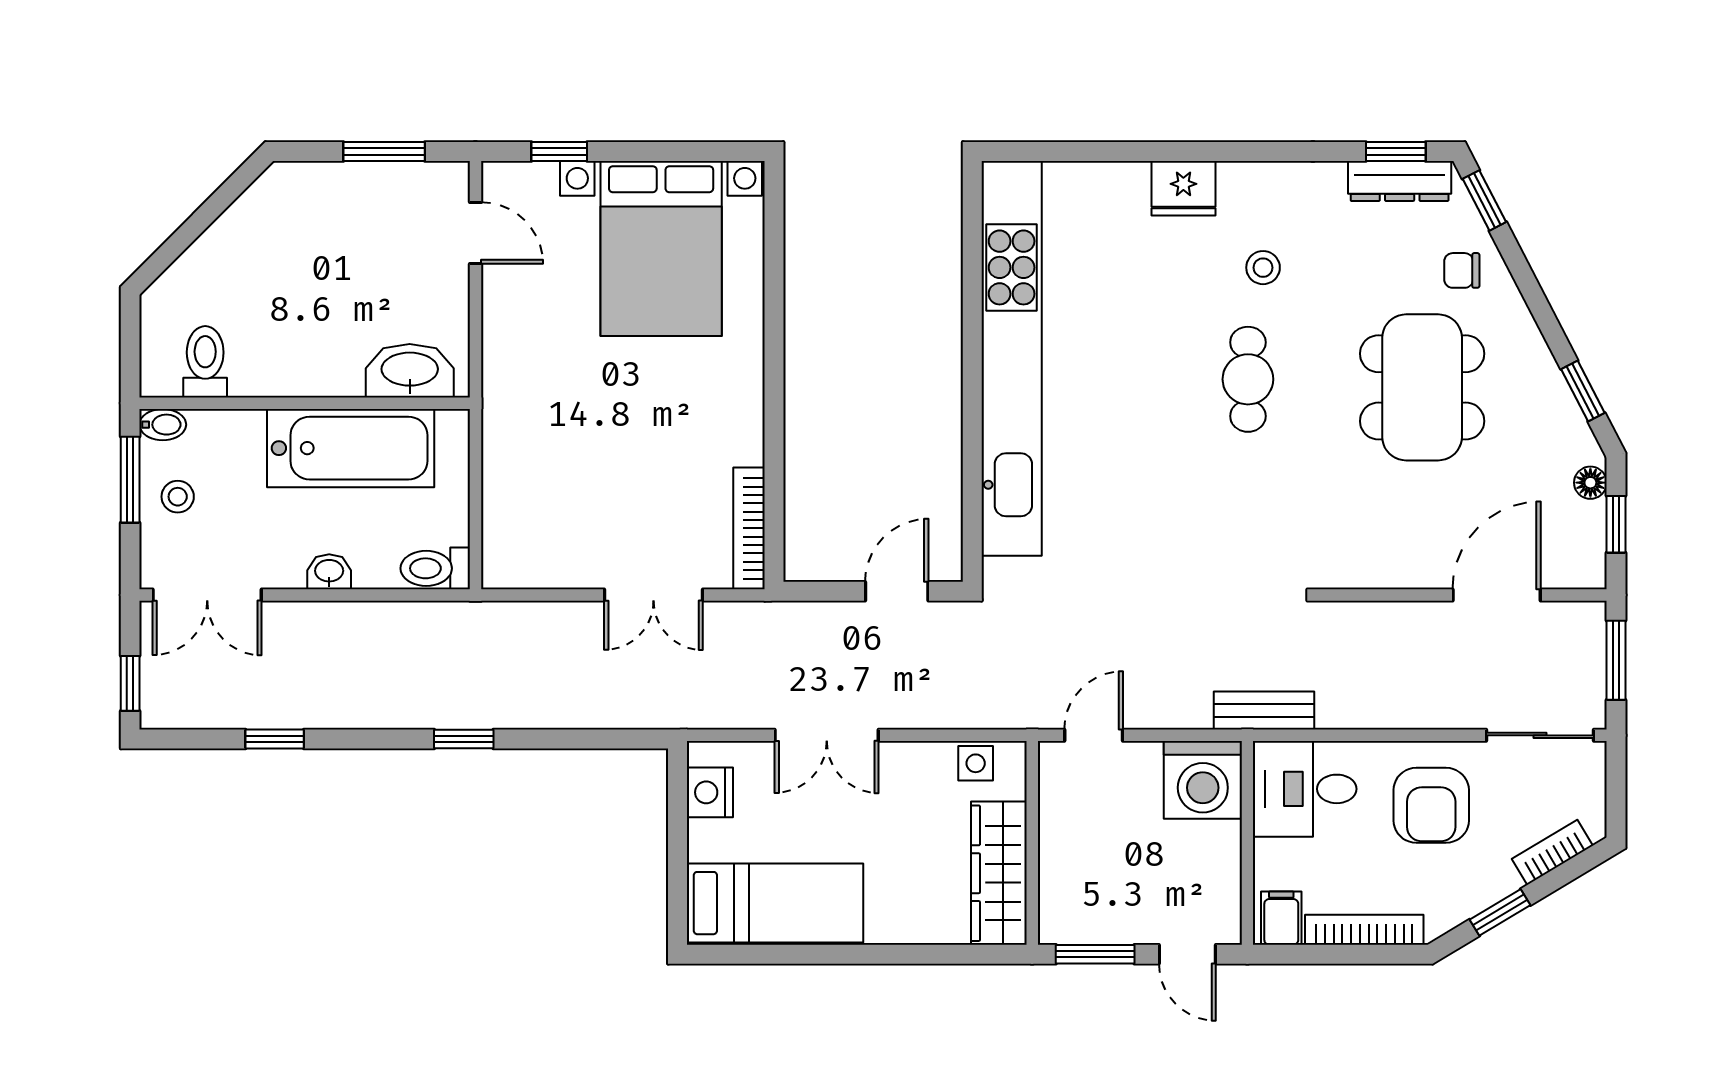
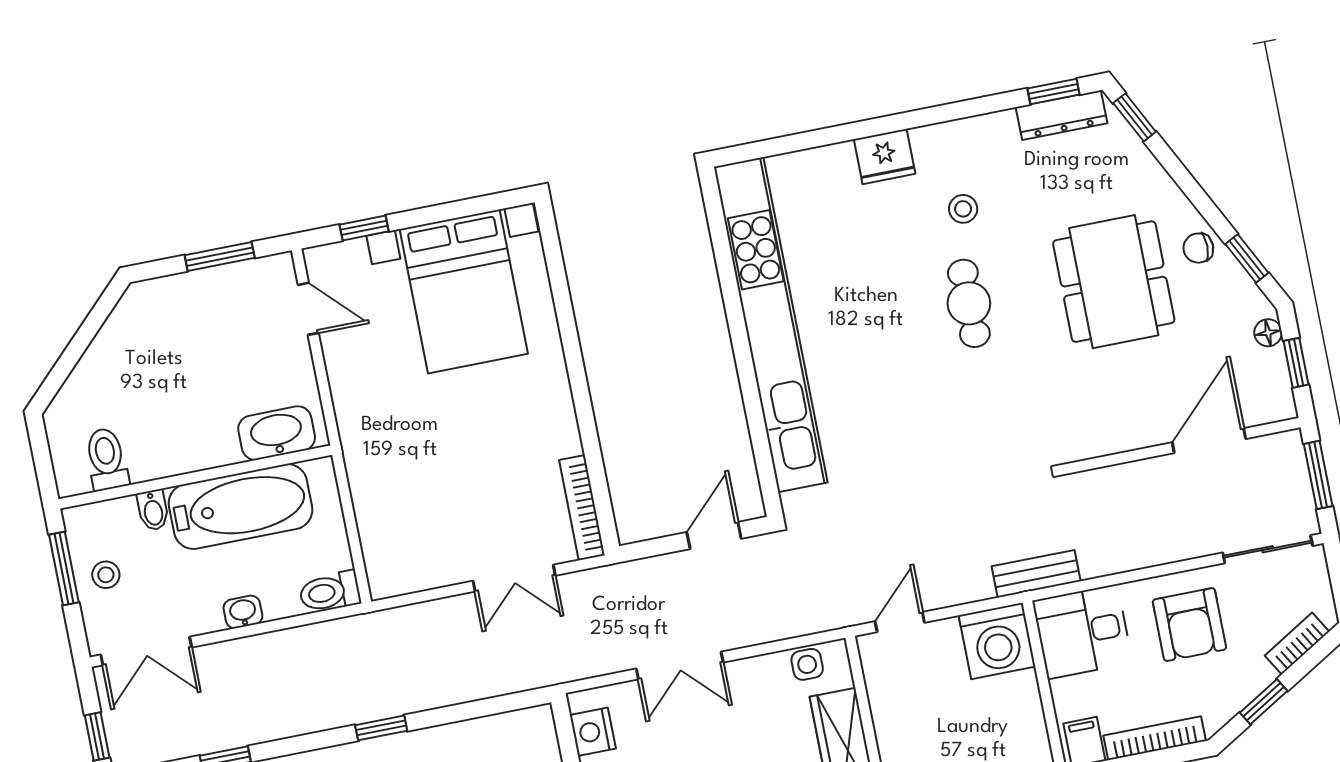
chair: (1462, 270) -> (1198, 248), moved
bidet: (163, 425) -> (153, 510), moved, turned 90

